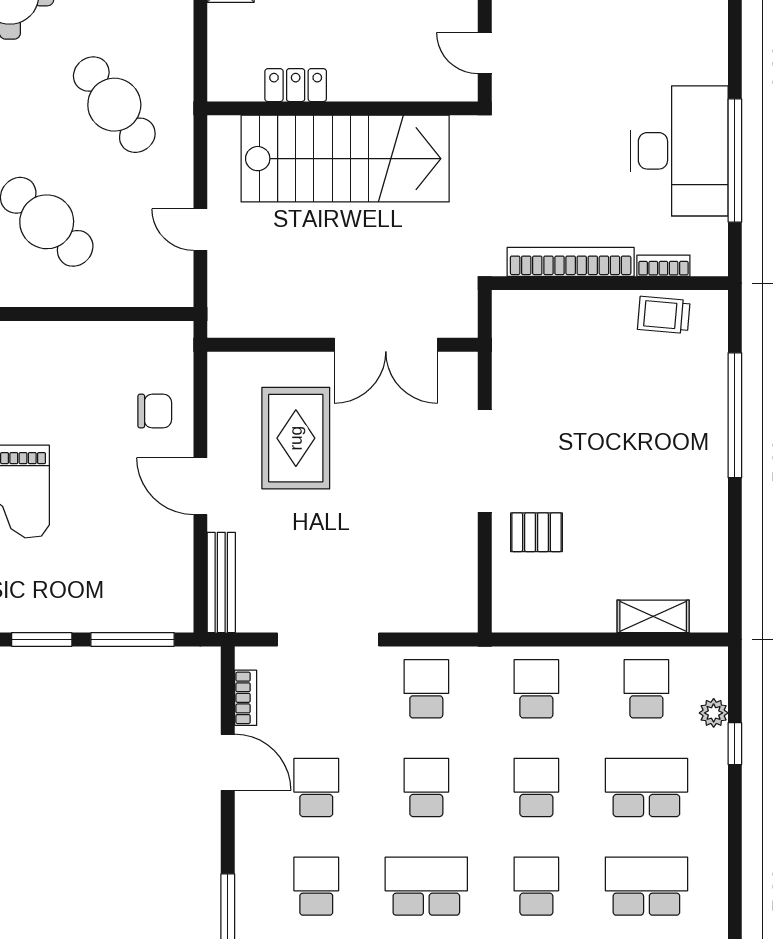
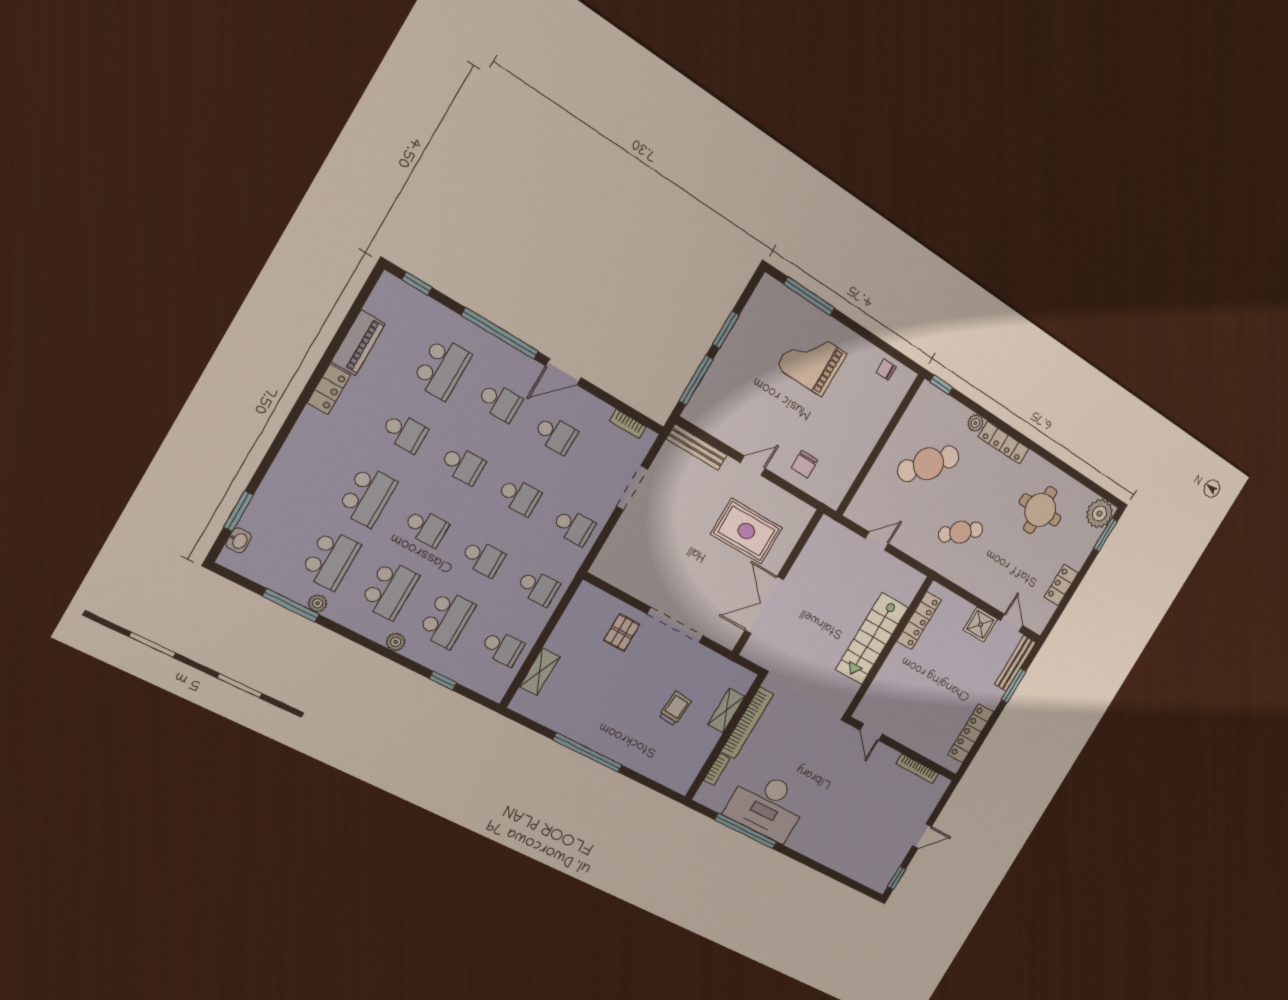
door: (485, 53) -> (871, 732), swing flipped
locker: (296, 85) -> (919, 621), width x1.53
cafe table: (114, 105) -> (960, 532), width x0.73, depth x0.74
stairs: (345, 159) -> (872, 639), width x0.73, depth x0.66
shelving: (569, 306) -> (726, 710), added
trolley: (664, 315) -> (675, 709), moved
window: (735, 415) -> (587, 752), moved
door: (200, 486) -> (753, 466), width x0.73
doorway: (328, 639) -> (632, 488), width x0.73
plant: (714, 713) -> (396, 642), moved
door: (228, 762) -> (564, 372), moved
school desk: (426, 886) -> (463, 465), width x0.54

